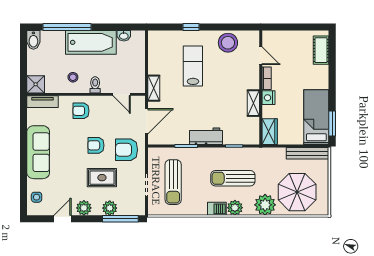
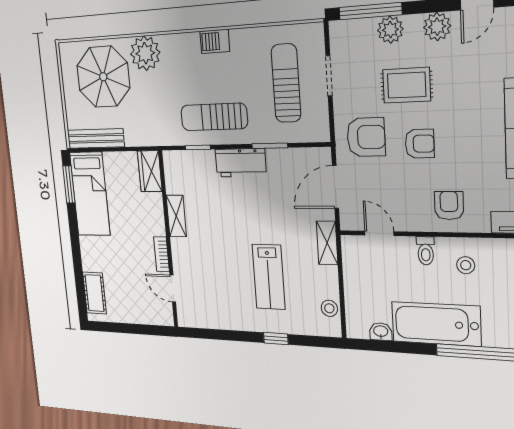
stool: (228, 43) -> (329, 308), moved, width x0.53, depth x0.53
nightstand: (269, 98) -> (156, 224), removed
armchair: (81, 111) -> (449, 206), turned -90
sun lounger: (233, 178) -> (214, 117), moved, turned 180
plant: (235, 208) -> (188, 45), removed

